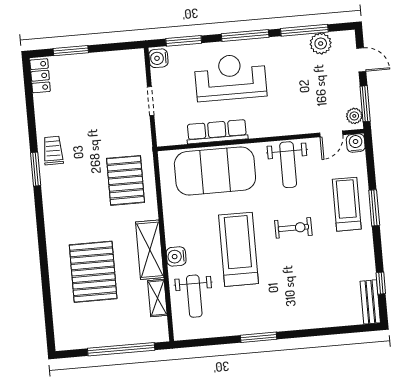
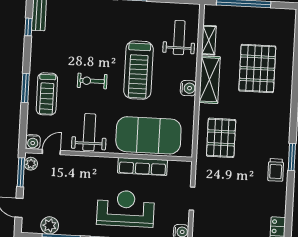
reception desk: (230, 77) -> (126, 208), turned 180
water cooler: (176, 256) -> (188, 88), moved

